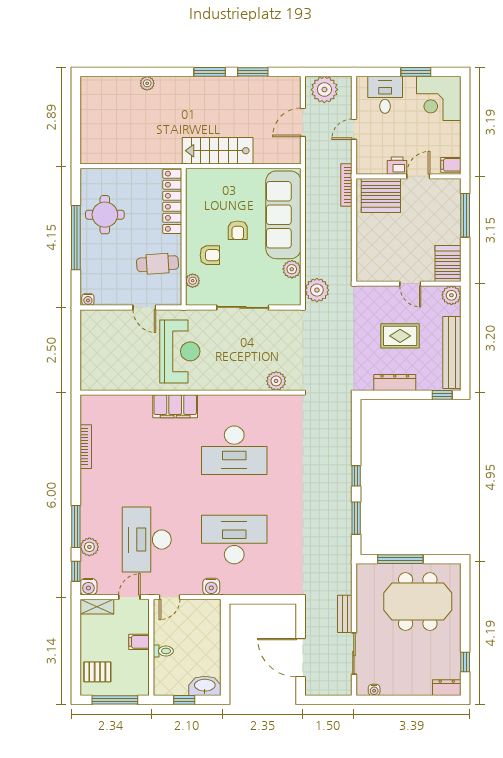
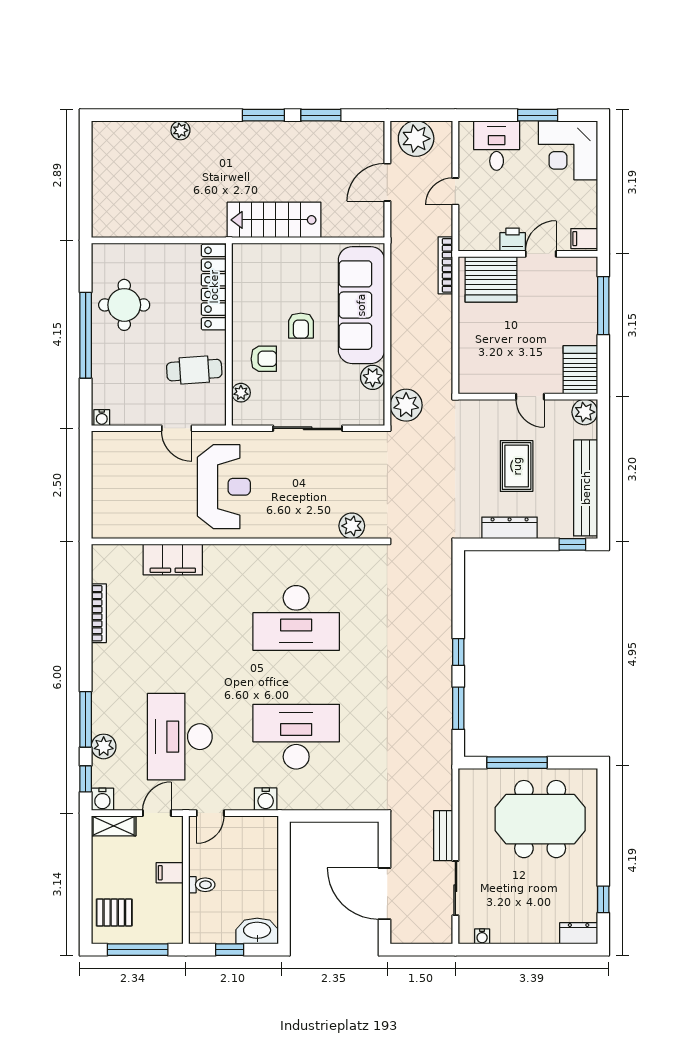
rug: (400, 336) -> (517, 466), turned 90
filing cabinet: (175, 406) -> (173, 560), moved

